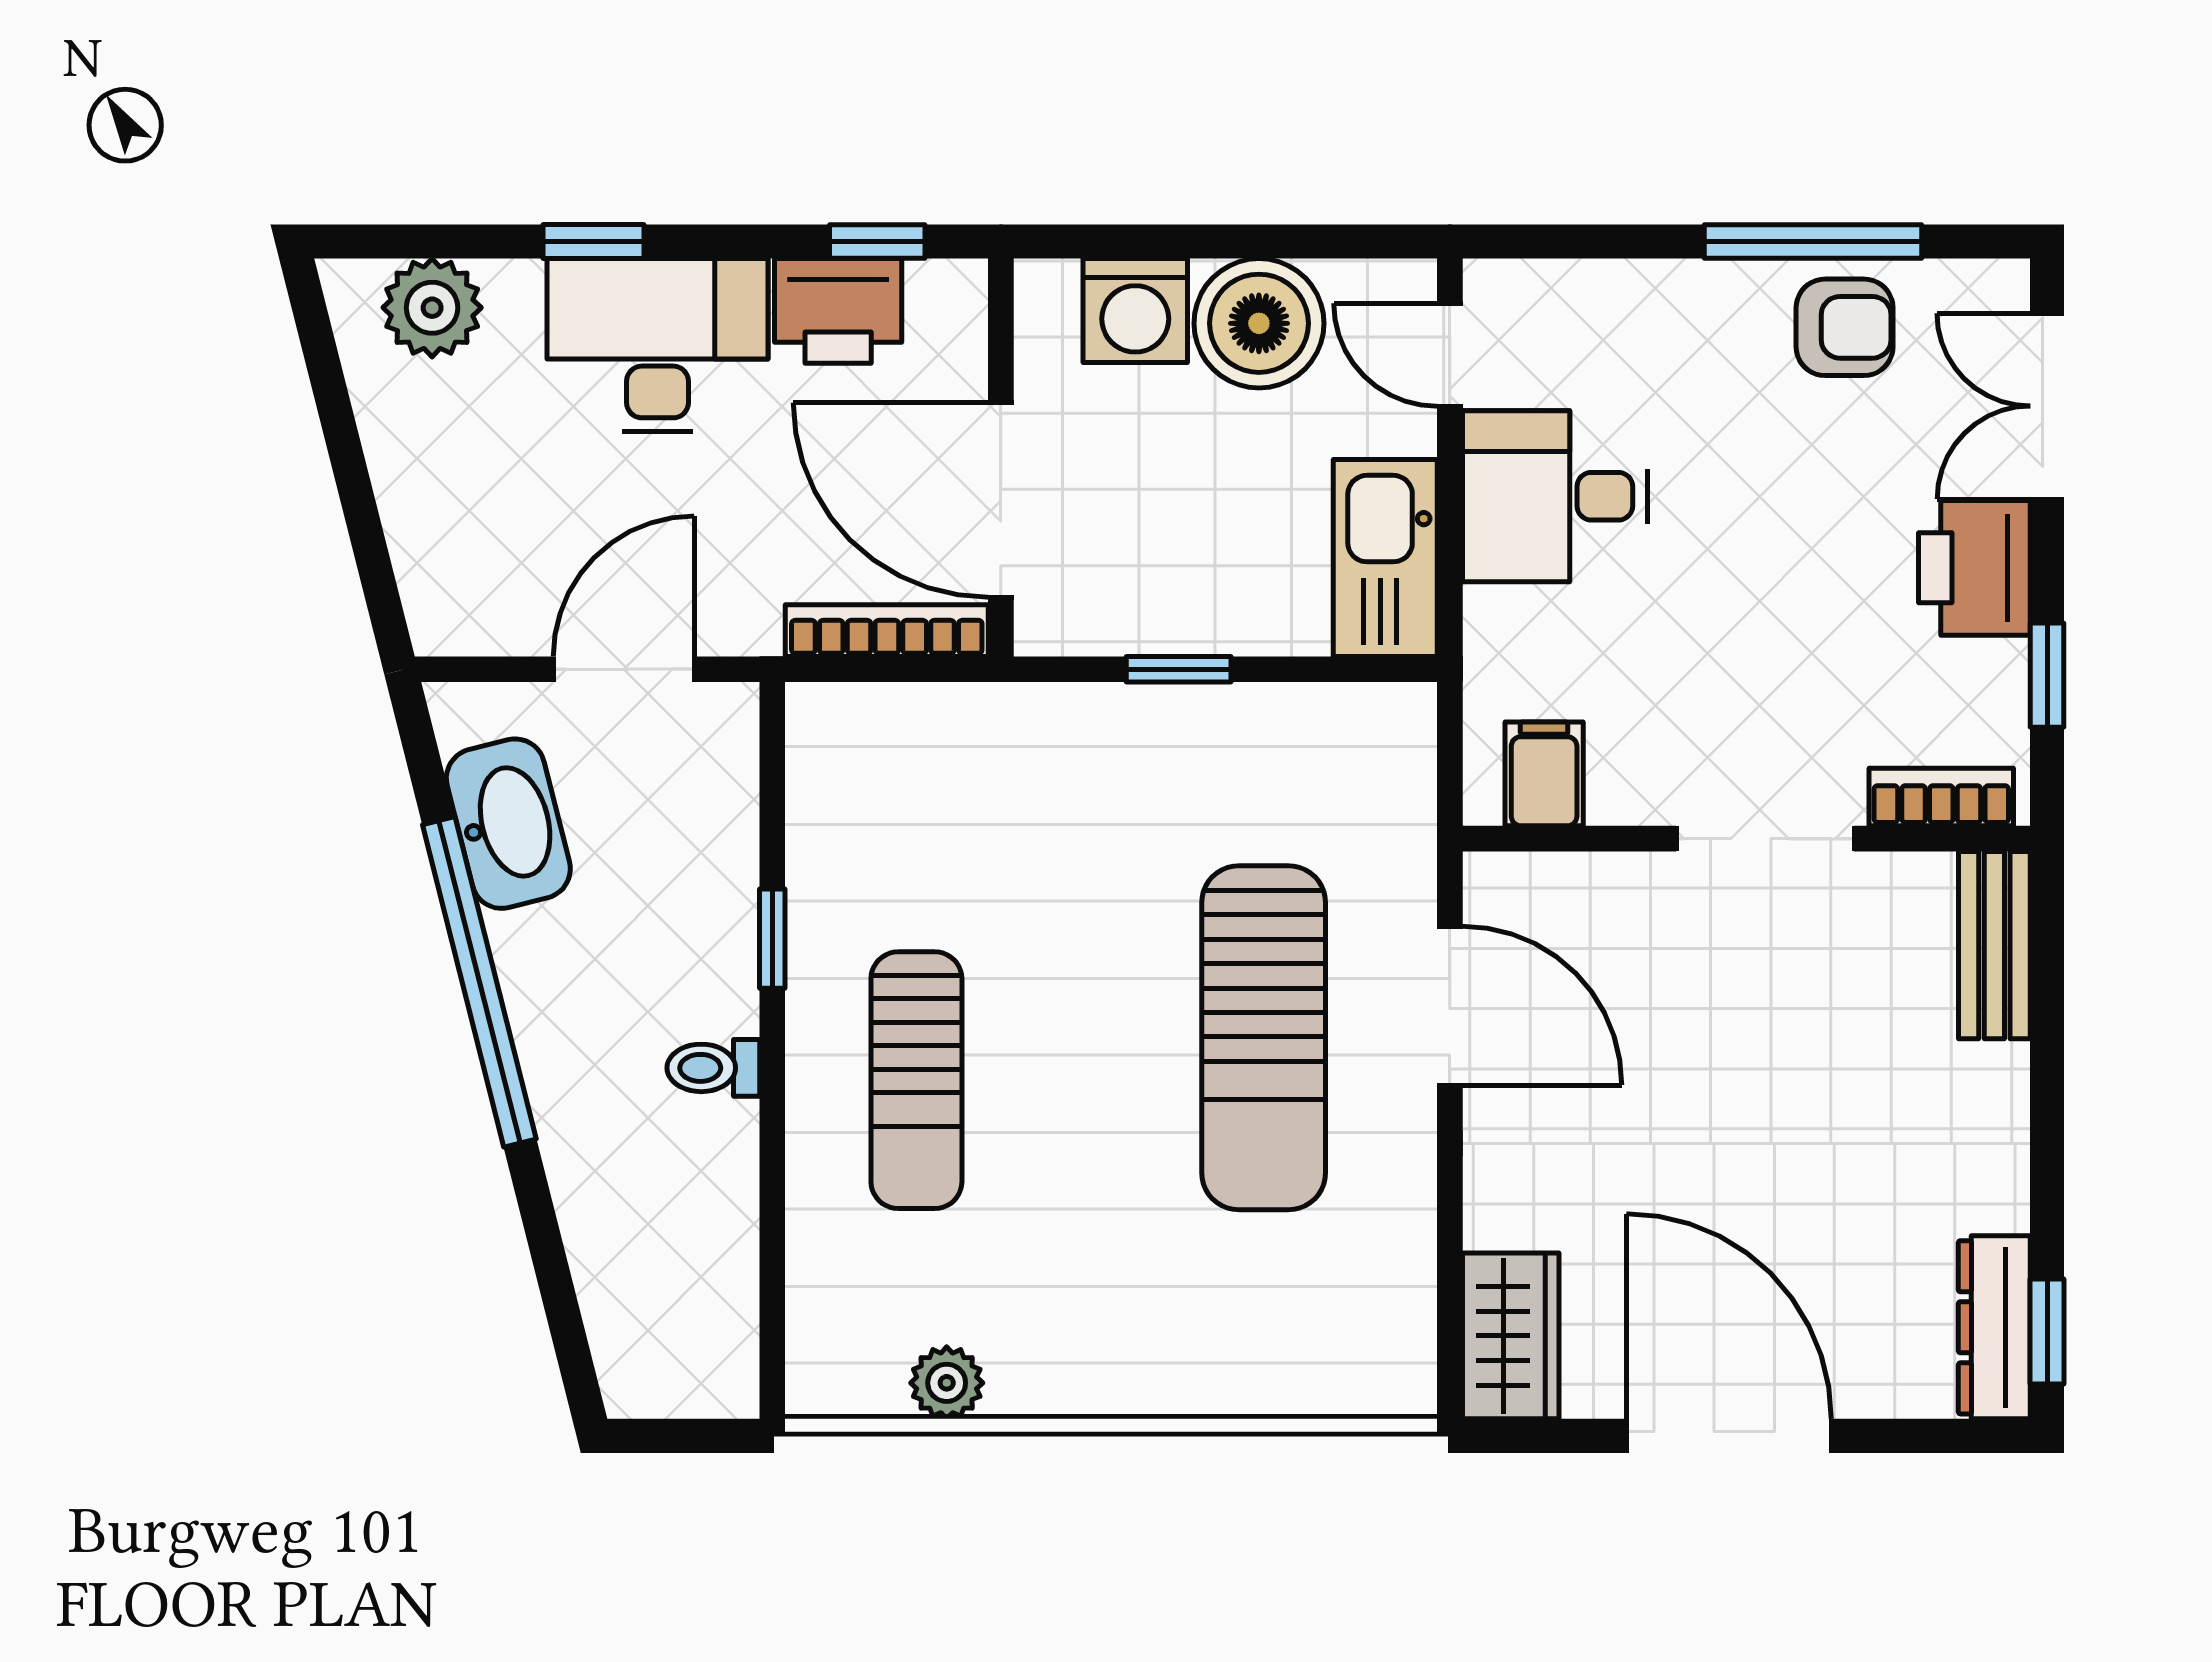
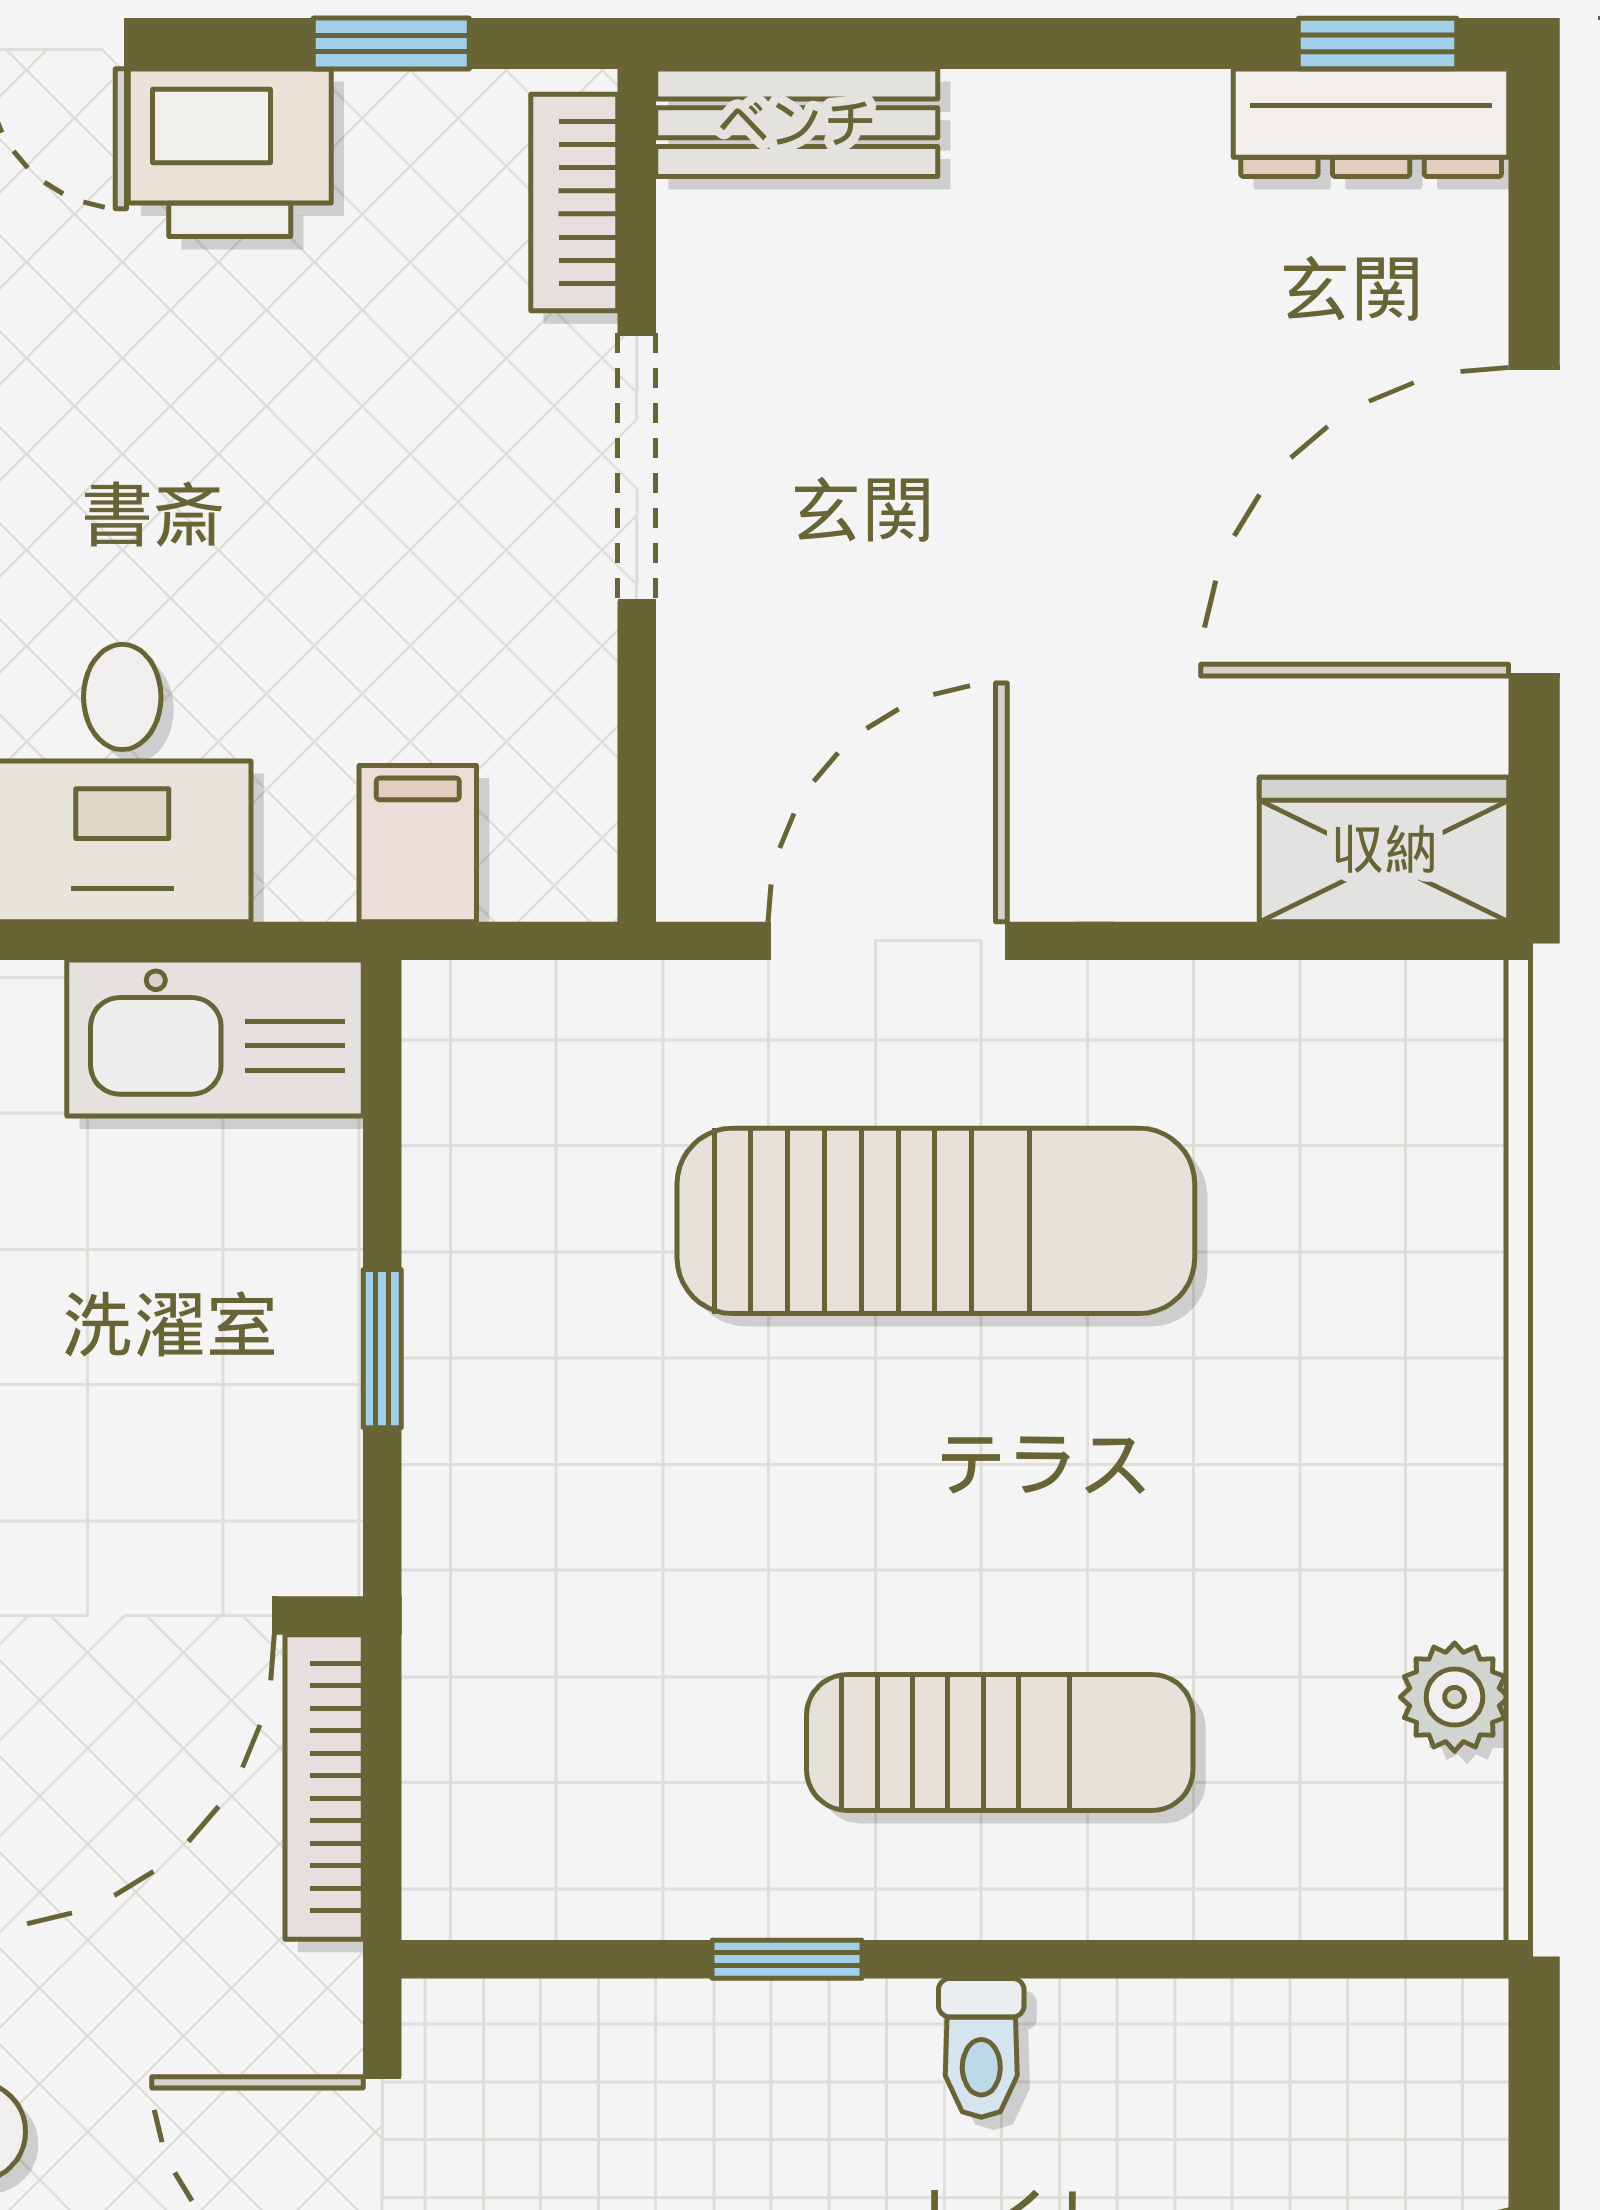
filing cabinet: (1544, 774) -> (418, 844), moved, turned 90

